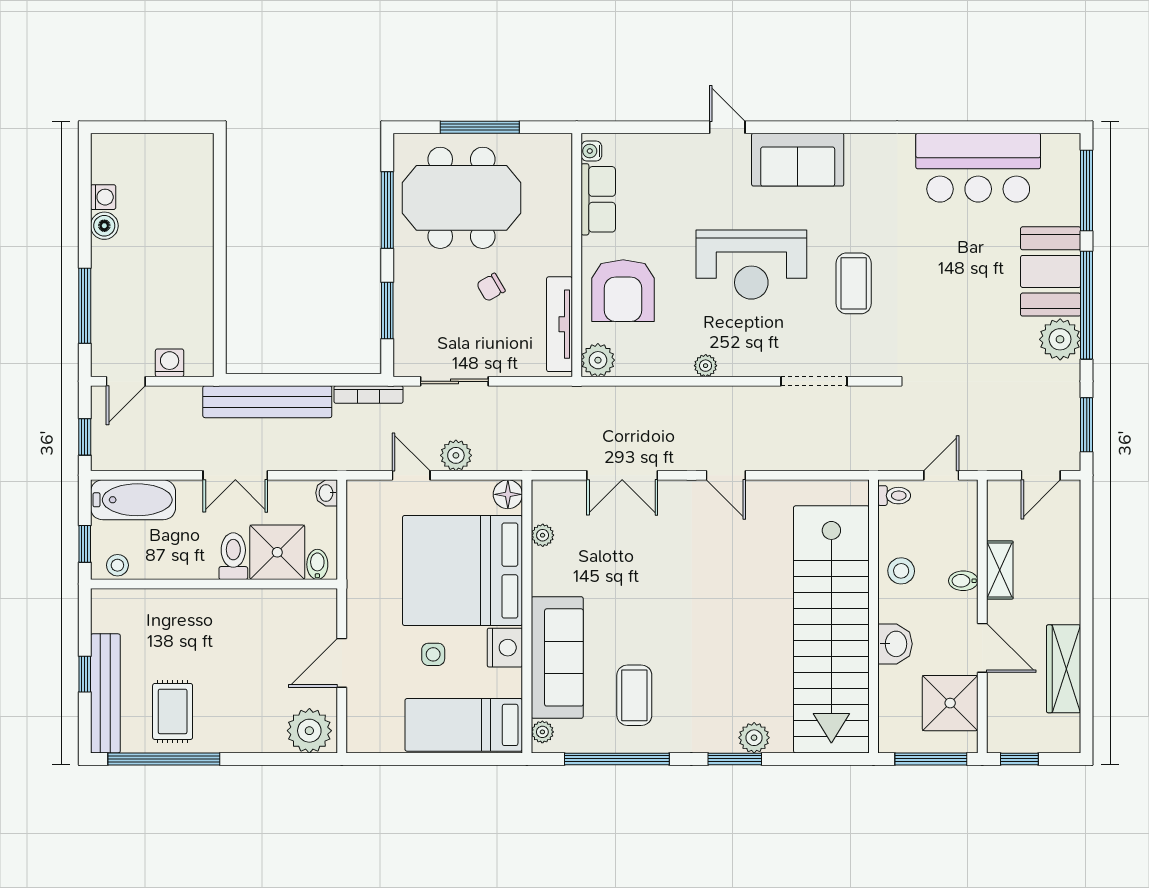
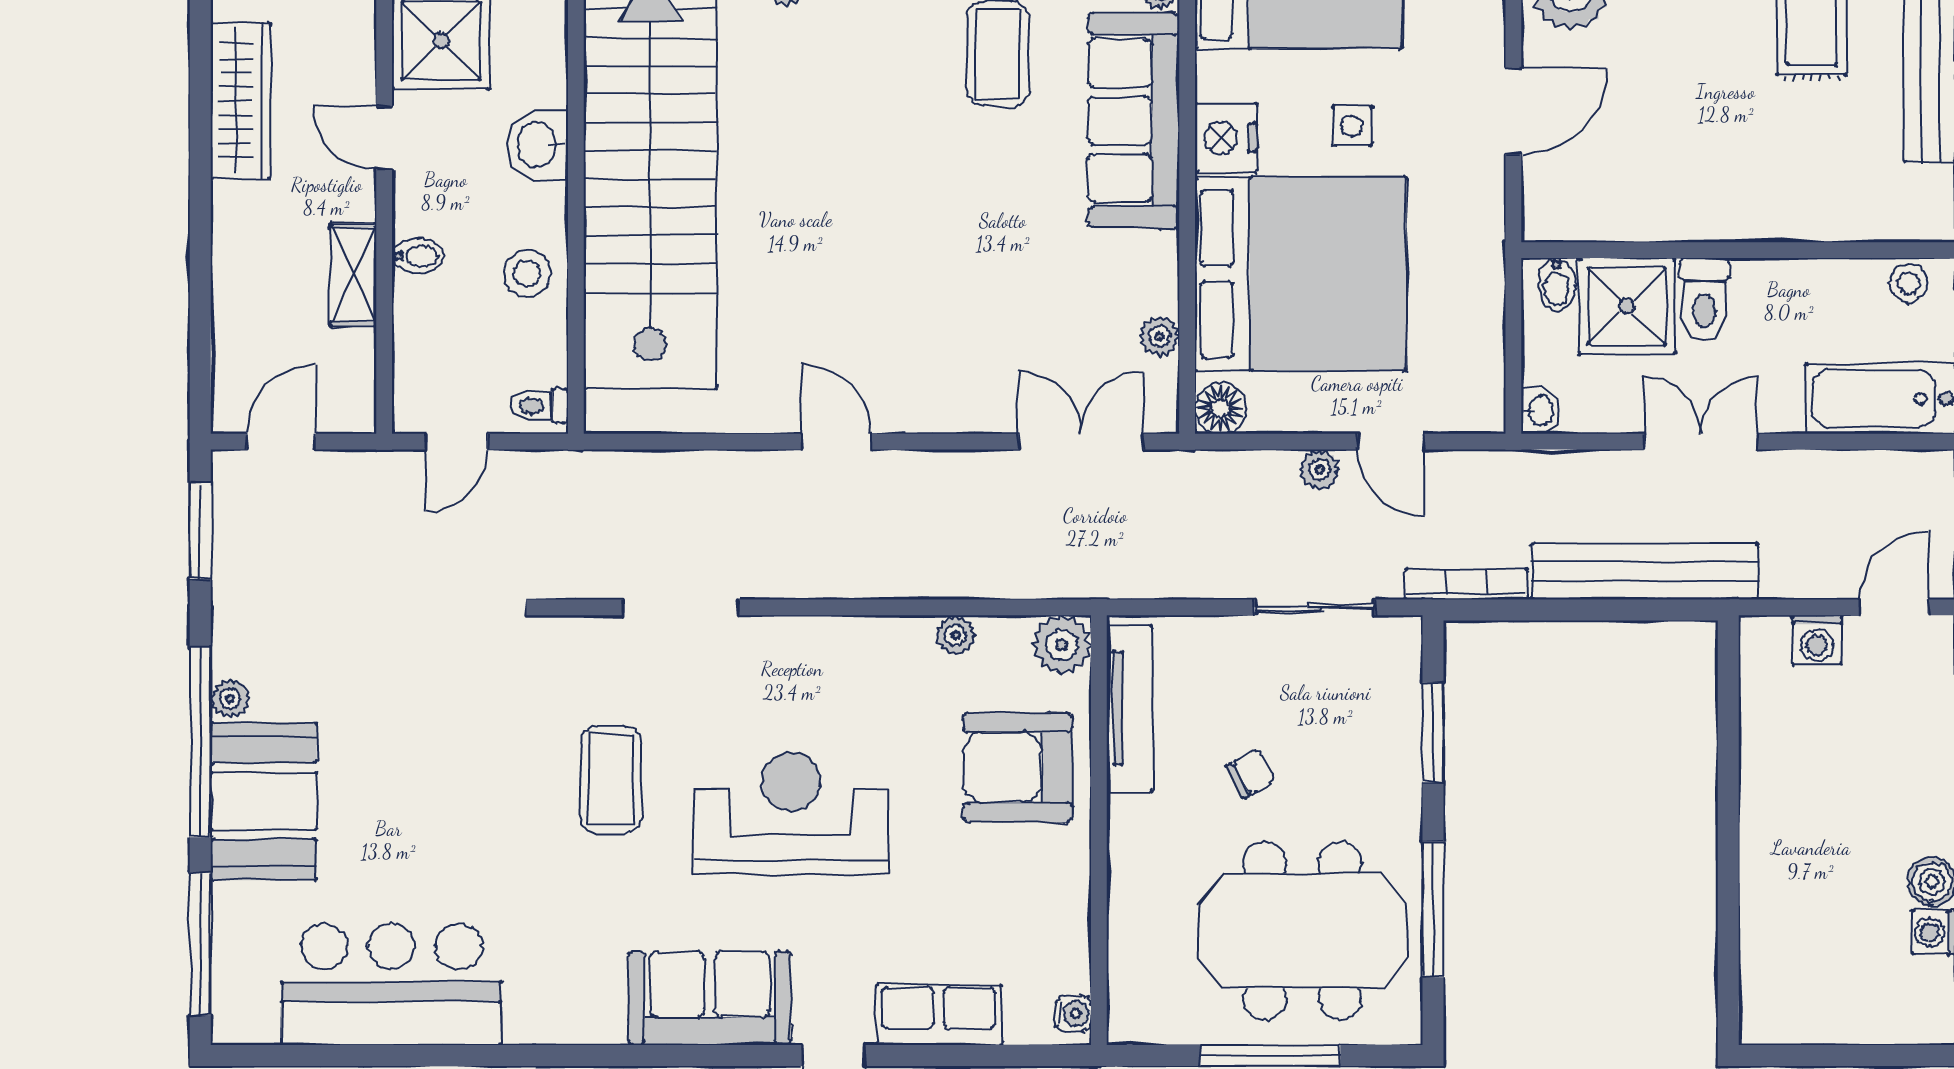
row of seats: (598, 199) -> (939, 1015), moved, turned 90
armchair: (623, 291) -> (1018, 767), turned -90
plant: (1060, 339) -> (230, 699), width x0.53, depth x0.53
plant: (706, 366) -> (956, 635), moved
plant: (456, 455) -> (1320, 469), width x0.73, depth x0.73
double door: (622, 475) -> (1081, 442), moved
door: (982, 648) -> (384, 138), width x0.73

